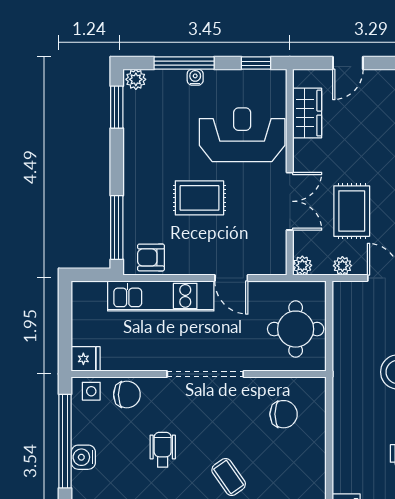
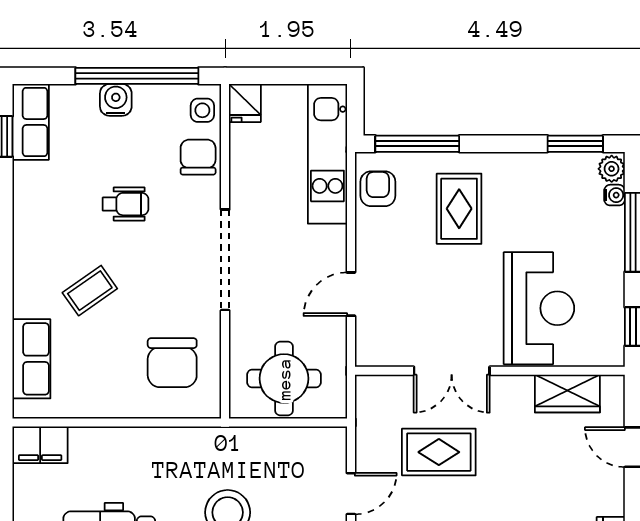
water cooler: (195, 77) -> (614, 195), moved
rug: (199, 198) -> (459, 209), moved
plant: (302, 265) -> (367, 387), removed
plant: (342, 266) -> (367, 440), removed
kitchen unit: (161, 296) -> (327, 154), moved
chair: (127, 395) -> (198, 157), turned 180
chair: (284, 414) -> (172, 363), width x1.37, depth x1.37

